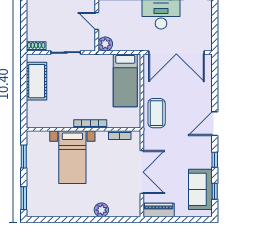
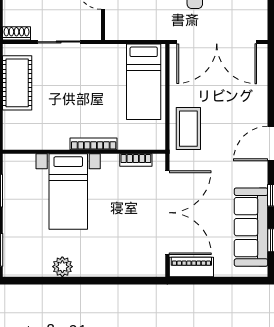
plant: (105, 44) -> (115, 30), removed
double door: (142, 172) -> (167, 213), width x1.36
sofa: (200, 189) -> (251, 227), width x1.36
plant: (101, 210) -> (62, 267), moved

